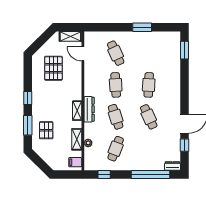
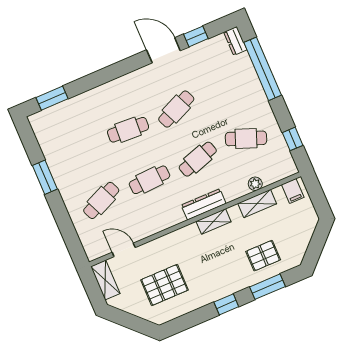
door: (83, 54) -> (124, 250), swing flipped

